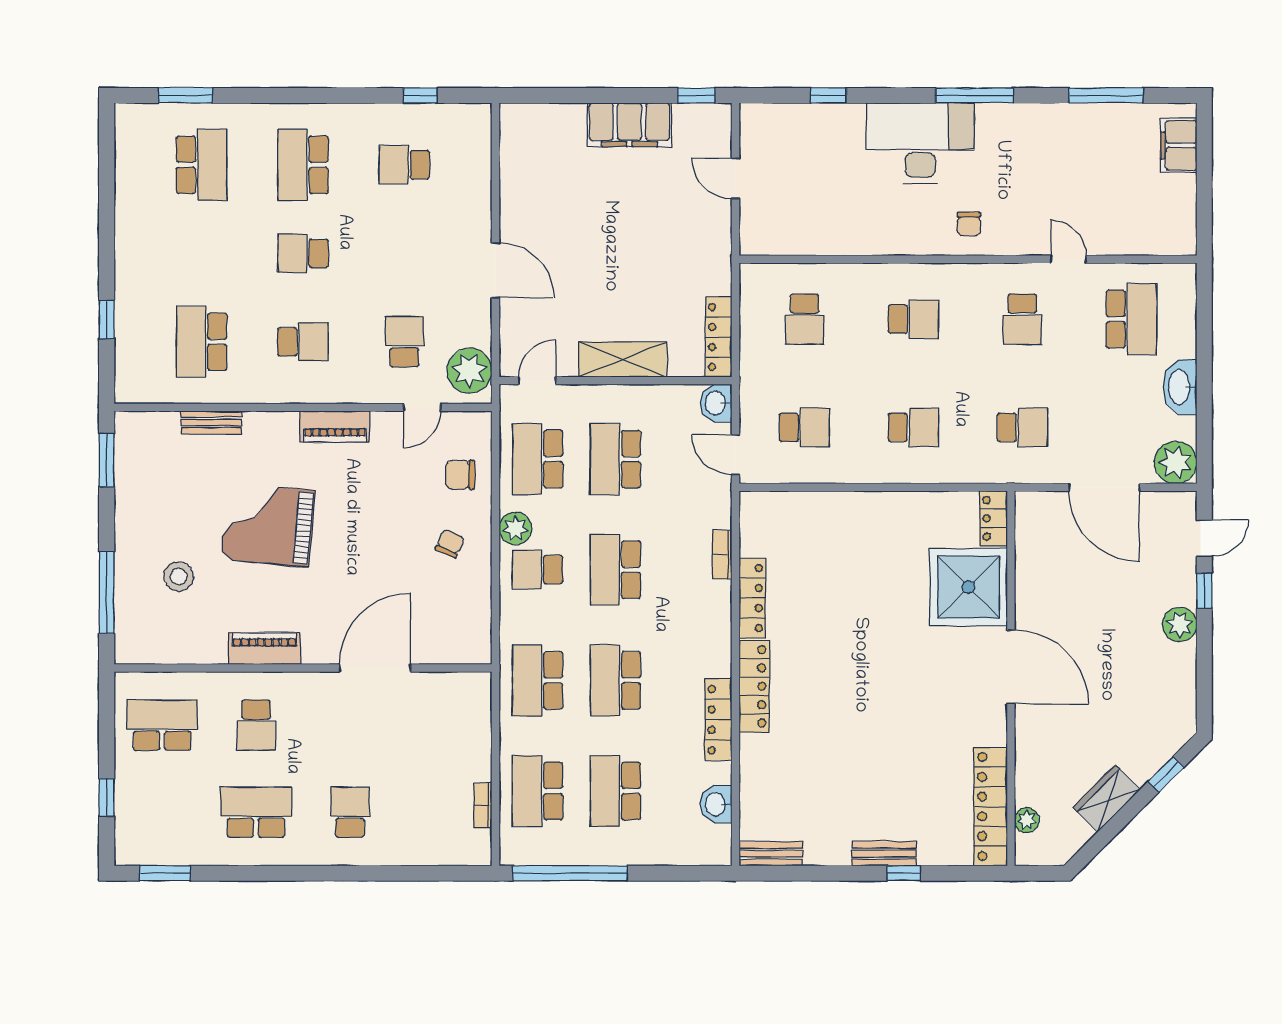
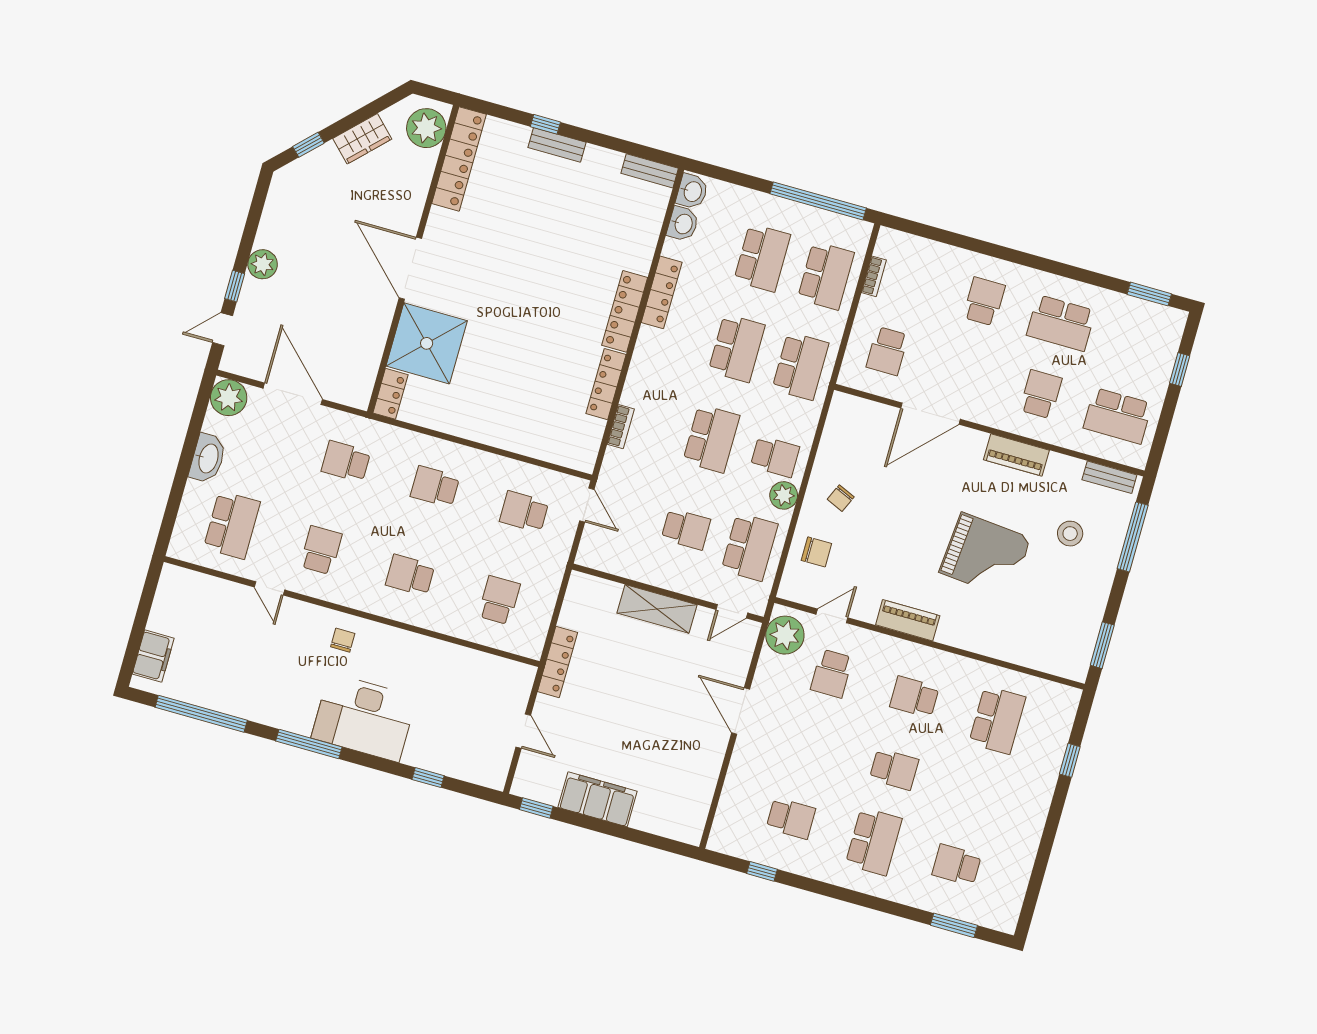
window: (1106, 95) -> (201, 714), width x1.46
school desk: (202, 165) -> (957, 865), width x0.54
school desk: (1131, 319) -> (232, 525), turned 180
locker: (719, 337) -> (558, 662), moved
washbasin: (716, 403) -> (692, 191), moved
bench: (211, 422) -> (1109, 477), moved
school desk: (615, 459) -> (686, 529), width x0.54
school desk: (444, 725) -> (887, 351), added
school desk: (350, 812) -> (984, 301), turned 180
plant: (1027, 820) -> (426, 128), width x1.88, depth x1.88

